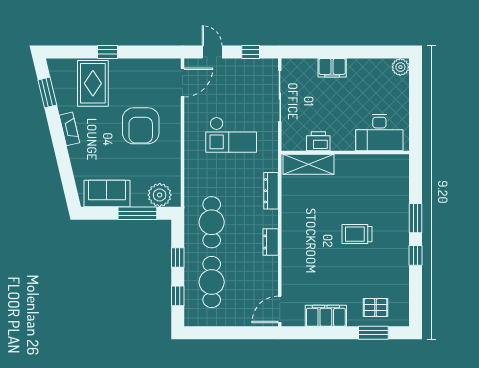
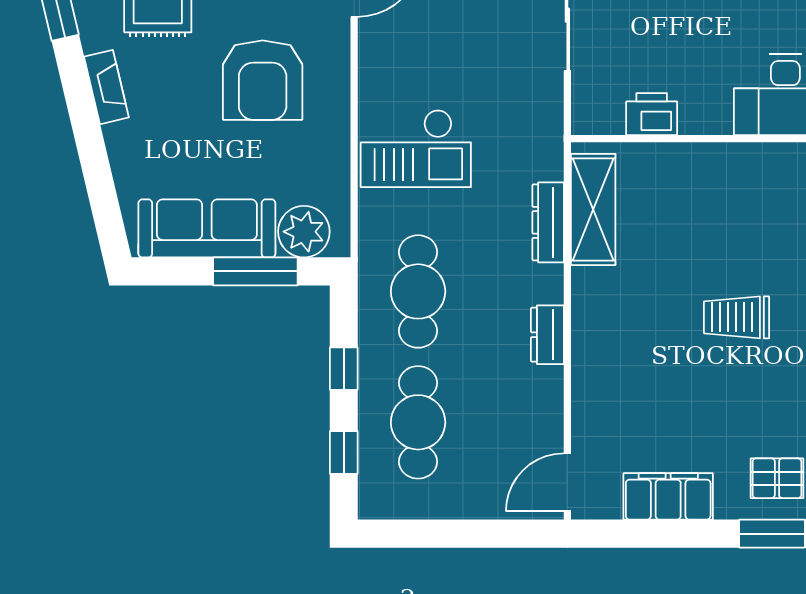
checkout: (231, 135) -> (416, 148), moved
shelving: (308, 164) -> (593, 209), moved, turned 90
sofa: (107, 193) -> (207, 228), width x1.36

